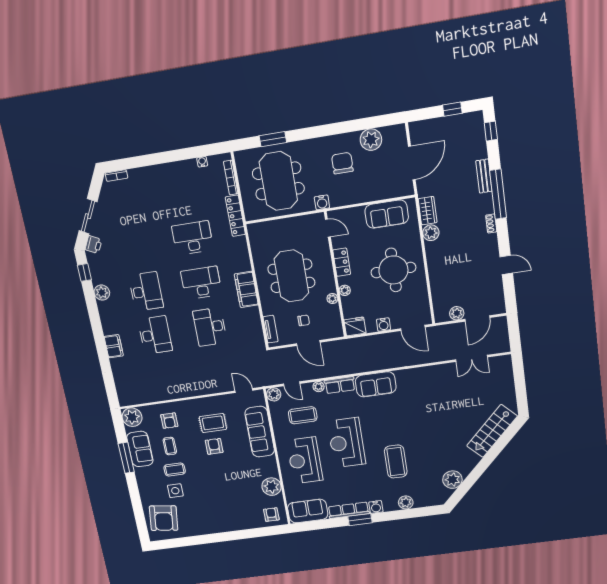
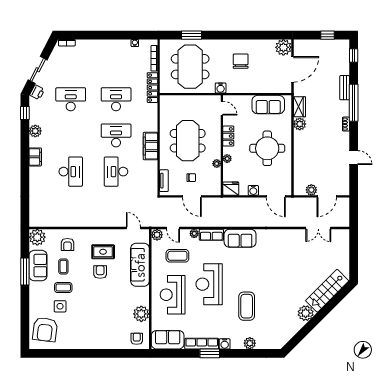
plant: (371, 140) -> (283, 47), moved
desk: (146, 291) -> (71, 99), moved, turned -90
filing cabinet: (114, 346) -> (35, 157), moved
plant: (452, 480) -> (306, 313), moved

